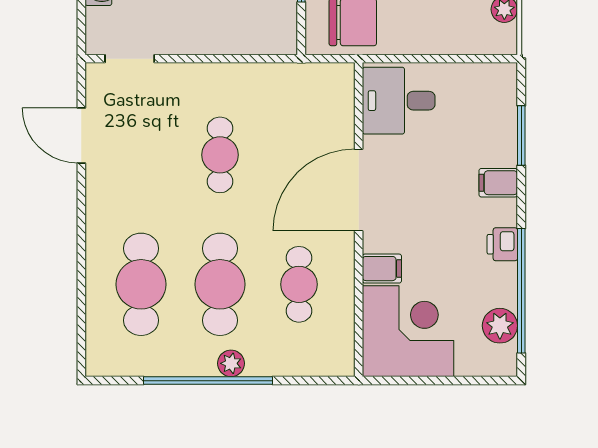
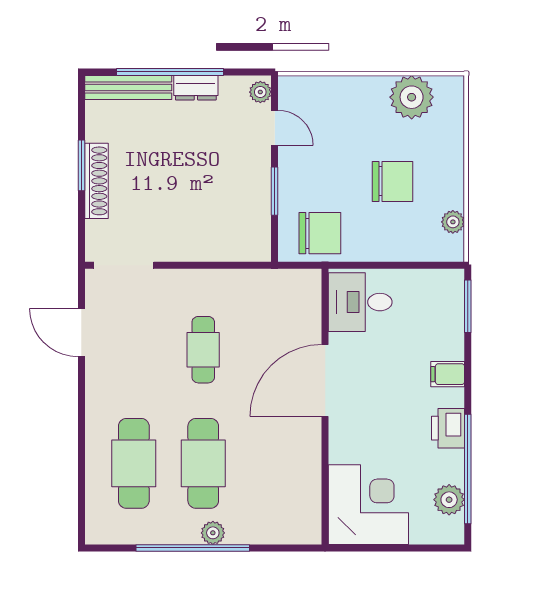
doorway: (130, 59) -> (124, 265), width x1.38
window: (521, 136) -> (468, 306), moved
printer: (502, 244) -> (448, 428), width x1.36, depth x1.24
filing cabinet: (382, 269) -> (345, 450), removed
cafe table: (299, 284) -> (273, 463), removed

